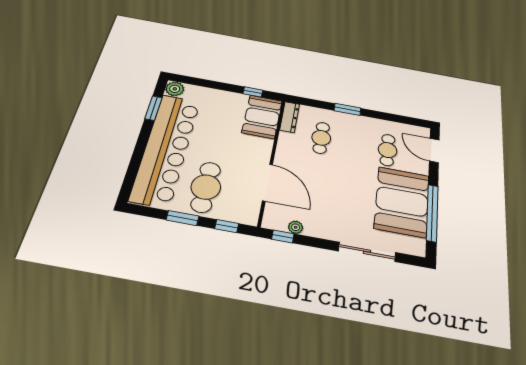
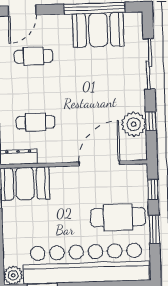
booth: (402, 202) -> (98, 30), width x0.73, depth x0.70
plant: (296, 227) -> (134, 124), width x1.87, depth x1.87
window: (283, 236) -> (151, 121), moved

